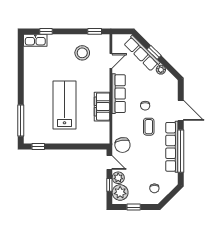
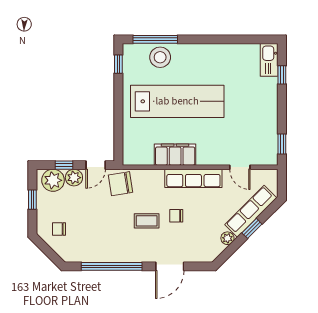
stool: (82, 53) -> (160, 57), moved
lab bench: (65, 105) -> (177, 101), width x1.36
row of seats: (172, 147) -> (118, 254), removed

